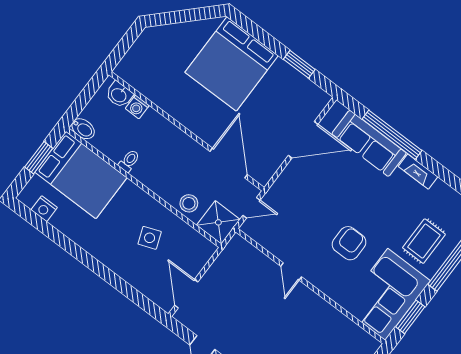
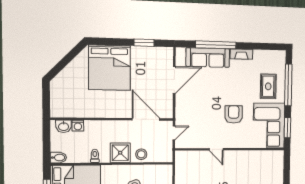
shower: (218, 222) -> (120, 153), moved

